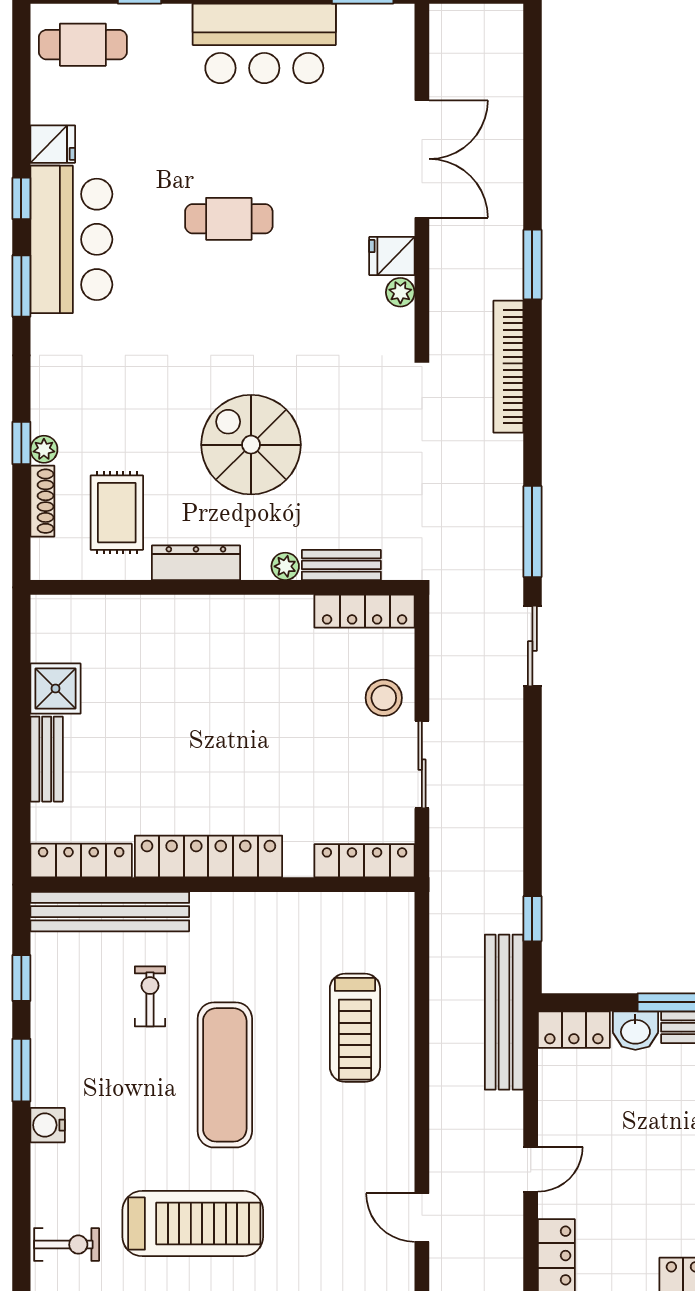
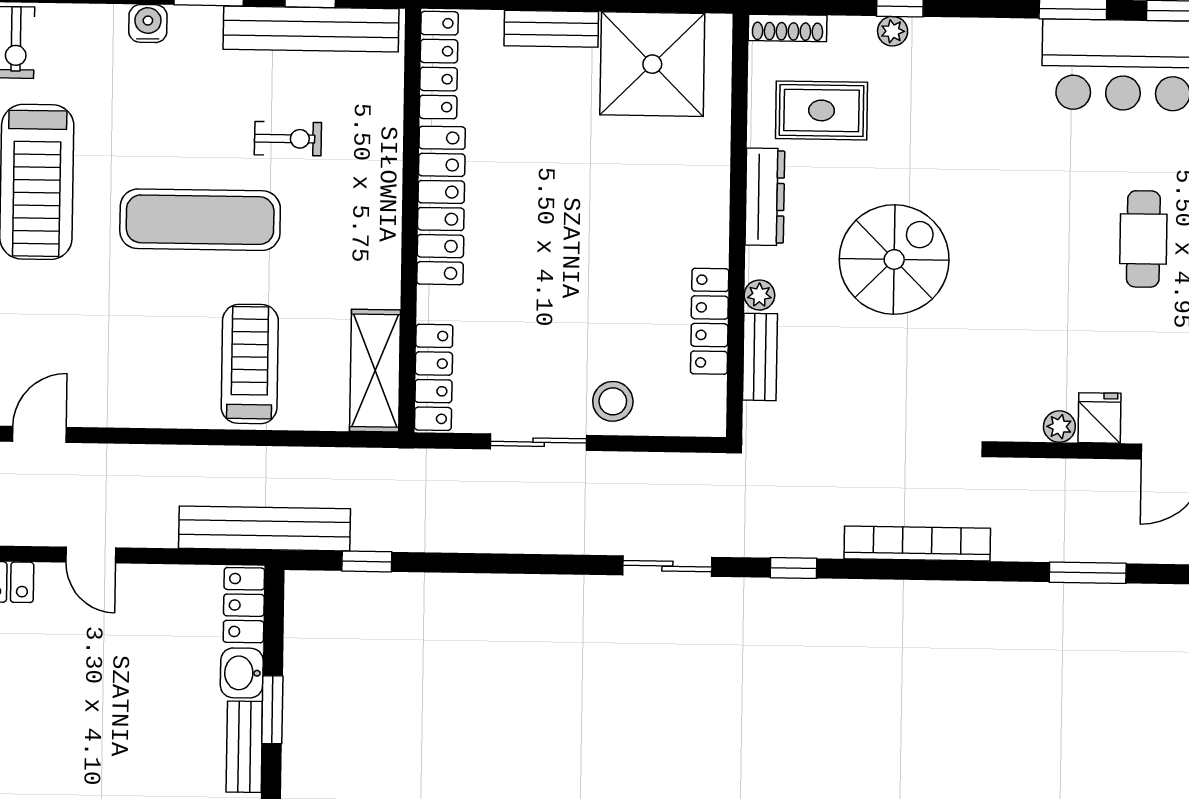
bookcase: (508, 367) -> (917, 544), moved
shoe rack: (42, 501) -> (788, 28), moved
window: (532, 532) -> (793, 568), width x0.46
locker: (365, 611) -> (710, 321), moved
shower: (56, 689) -> (652, 64), width x1.86, depth x1.86
bench: (110, 912) -> (311, 29), moved, turned 90
shelving: (359, 914) -> (375, 371), added
treadmill: (355, 1028) -> (250, 364), turned 90

